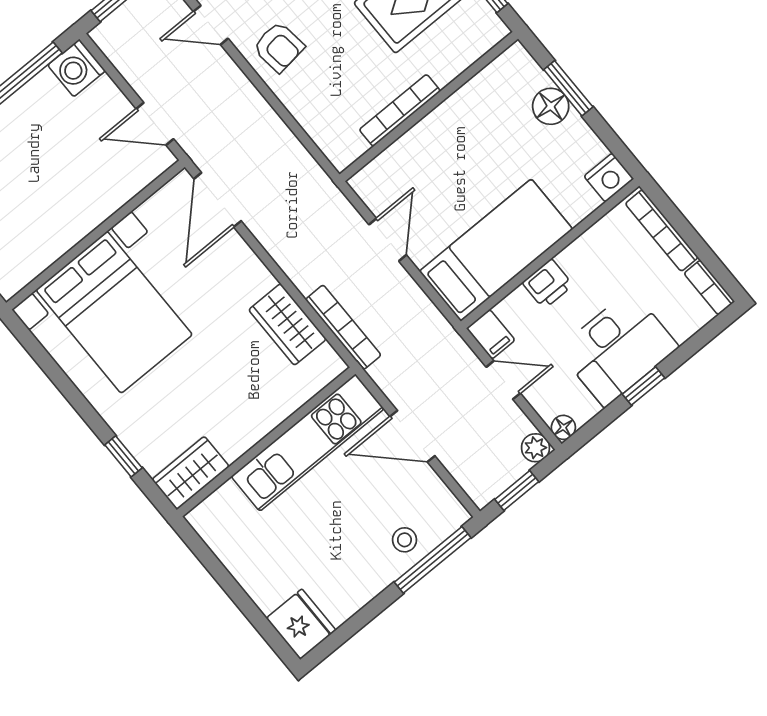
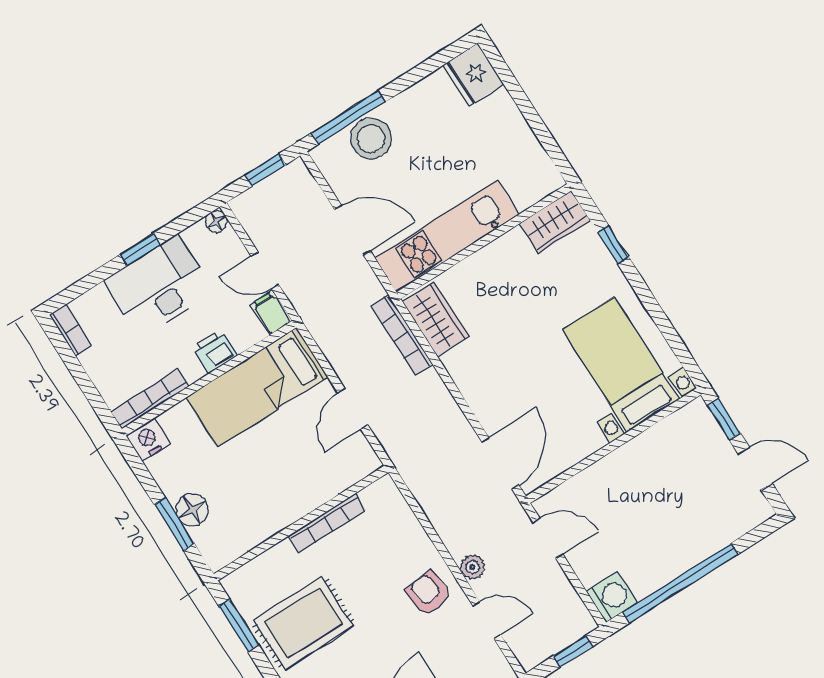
bookcase: (662, 230) -> (150, 399), moved, turned -90
bed with nightstands: (114, 312) -> (621, 364), width x0.73
wardrobe: (287, 324) -> (436, 319), moved
plant: (535, 448) -> (473, 567), moved
stool: (404, 540) -> (371, 139), width x1.89, depth x1.89

